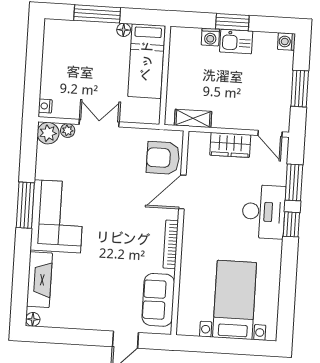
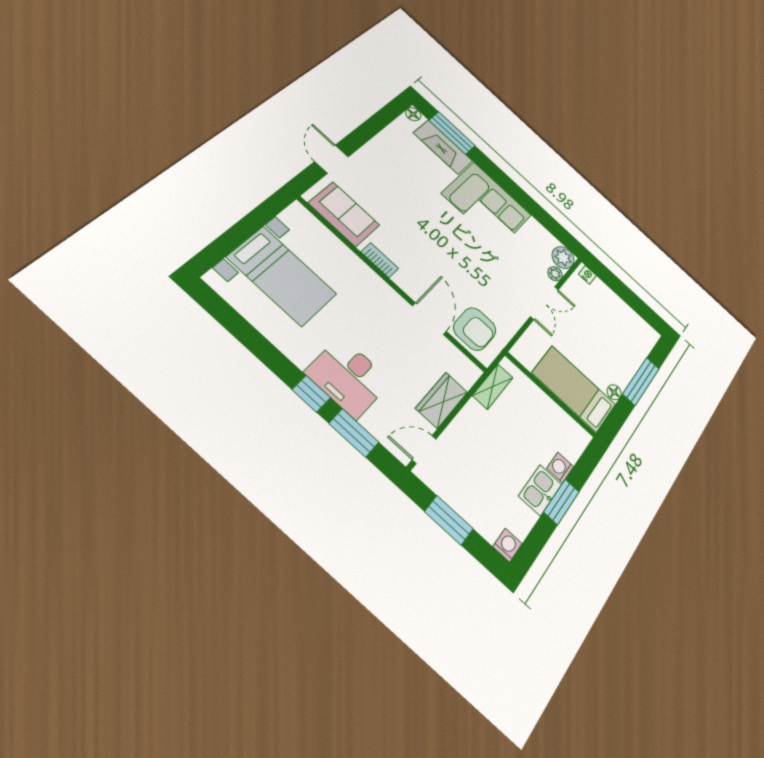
armchair: (163, 158) -> (475, 329), turned 90
window: (25, 205) -> (452, 133), moved
bookcase: (171, 244) -> (380, 260), width x0.64

